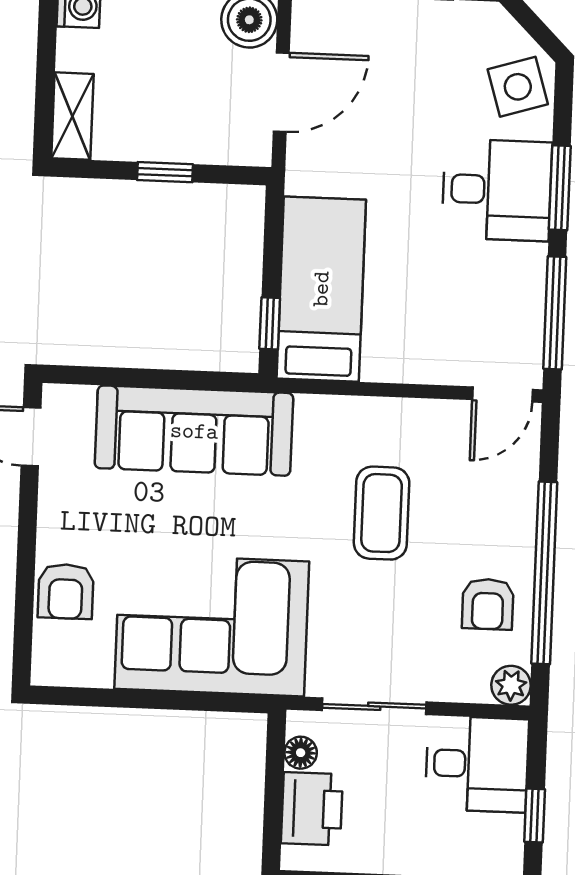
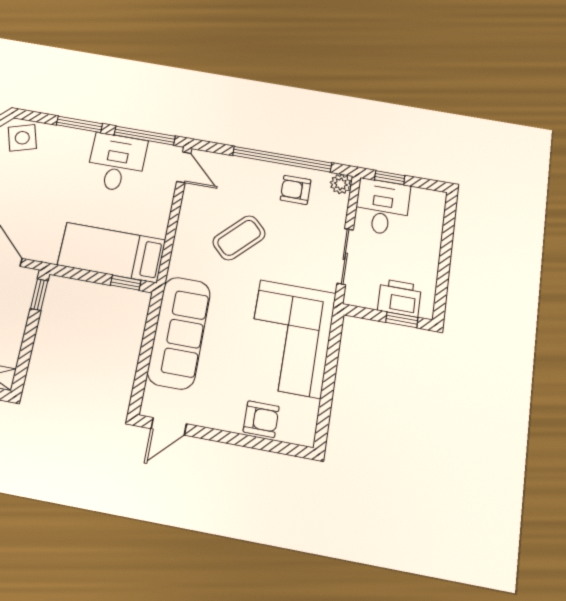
window: (165, 172) -> (39, 295), moved
desk: (497, 190) -> (116, 163), moved
coffee table: (382, 513) -> (239, 238), turned -45
armchair: (488, 604) -> (296, 190), turned 180
floor lamp: (301, 753) -> (367, 300), removed
window: (273, 816) -> (402, 320), added
window: (535, 816) -> (390, 178), moved

